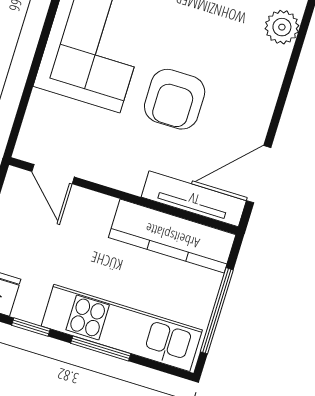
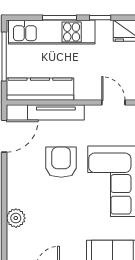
tv unit: (194, 199) -> (56, 112), moved

